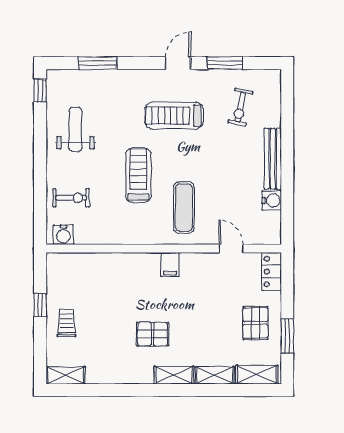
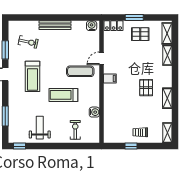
weight bench: (75, 130) -> (40, 128), turned 90
water cooler: (272, 200) -> (92, 26), moved
water cooler: (63, 235) -> (94, 112), moved
door: (231, 249) -> (102, 58), moved
window: (287, 336) -> (134, 18), moved
shelving: (174, 375) -> (167, 98), moved

